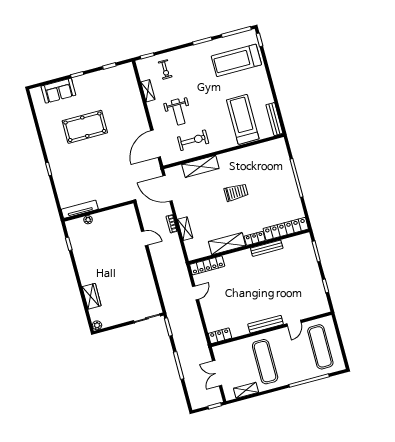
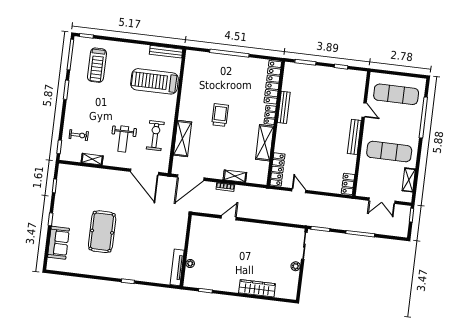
treadmill: (236, 60) -> (97, 65), width x0.73, depth x0.73
weight bench: (178, 112) -> (123, 139), turned 90
wardrobe: (92, 296) -> (257, 288), width x1.50
plant: (97, 325) -> (296, 266), moved

